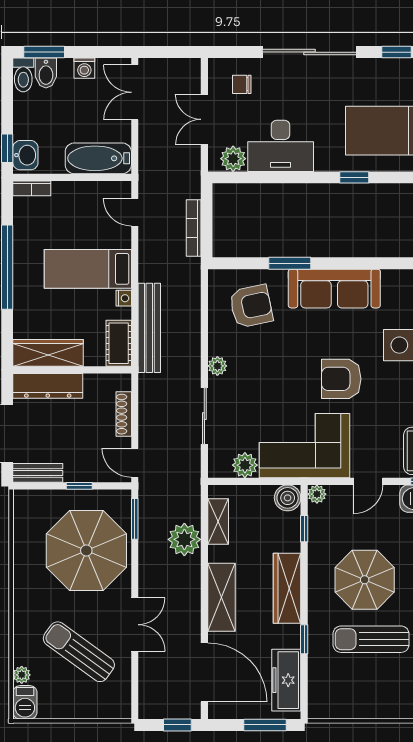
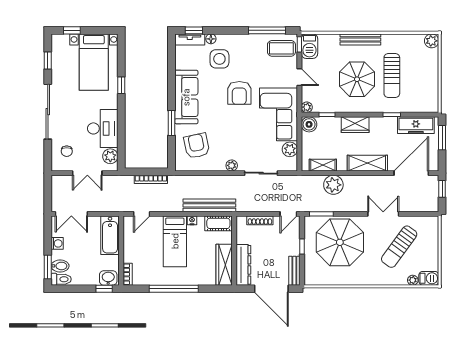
wardrobe: (287, 588) -> (355, 125), width x0.67

